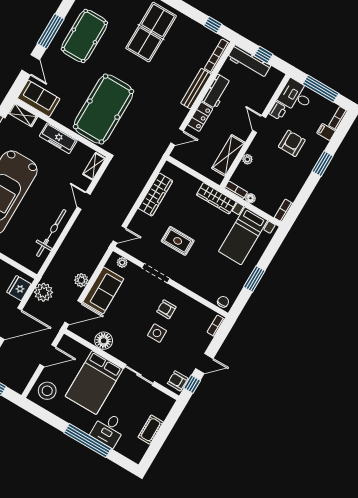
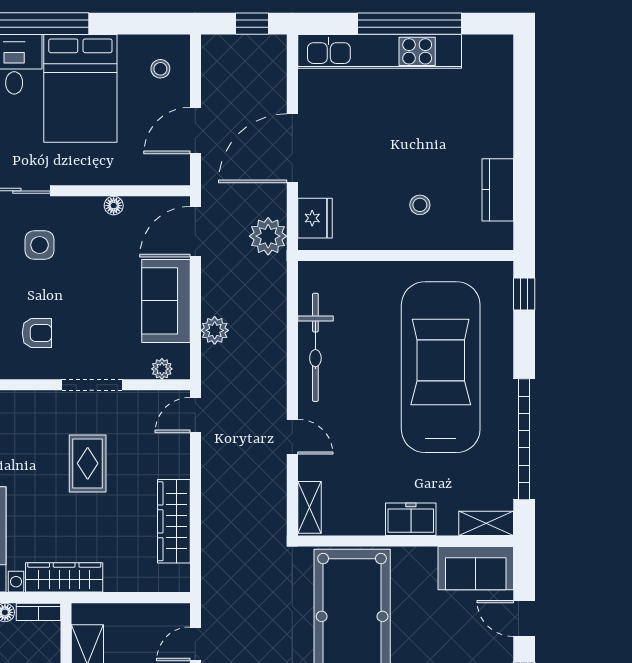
freezer: (58, 138) -> (411, 519), width x0.71
rug: (178, 241) -> (88, 463), turned 90
plant: (81, 280) -> (215, 330), moved
side table: (157, 333) -> (40, 245), moved
floor lamp: (104, 341) -> (114, 206), width x0.53, depth x0.53
bed: (94, 383) -> (80, 88), moved, turned 180
stool: (47, 391) -> (160, 69), width x0.53, depth x0.53

